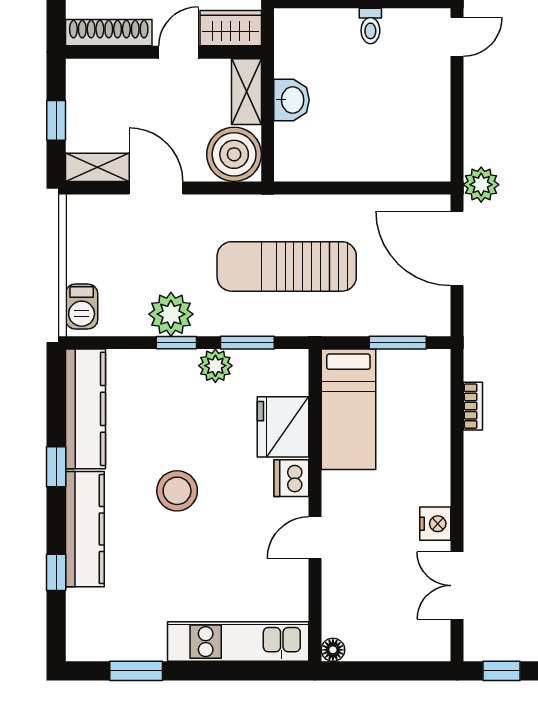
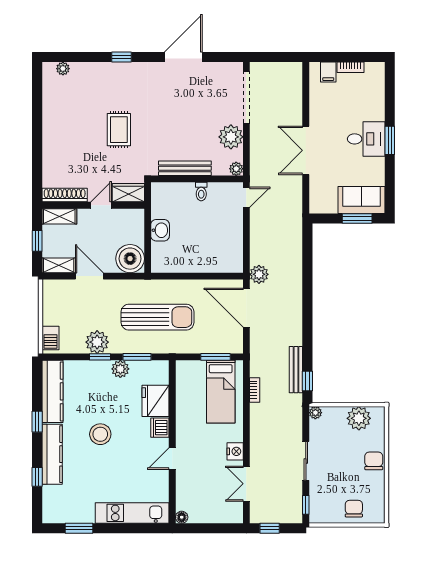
shelving: (246, 92) -> (59, 216), moved, turned 90
sun lounger: (287, 266) -> (158, 317), turned 180
bed: (348, 409) -> (221, 392), moved

